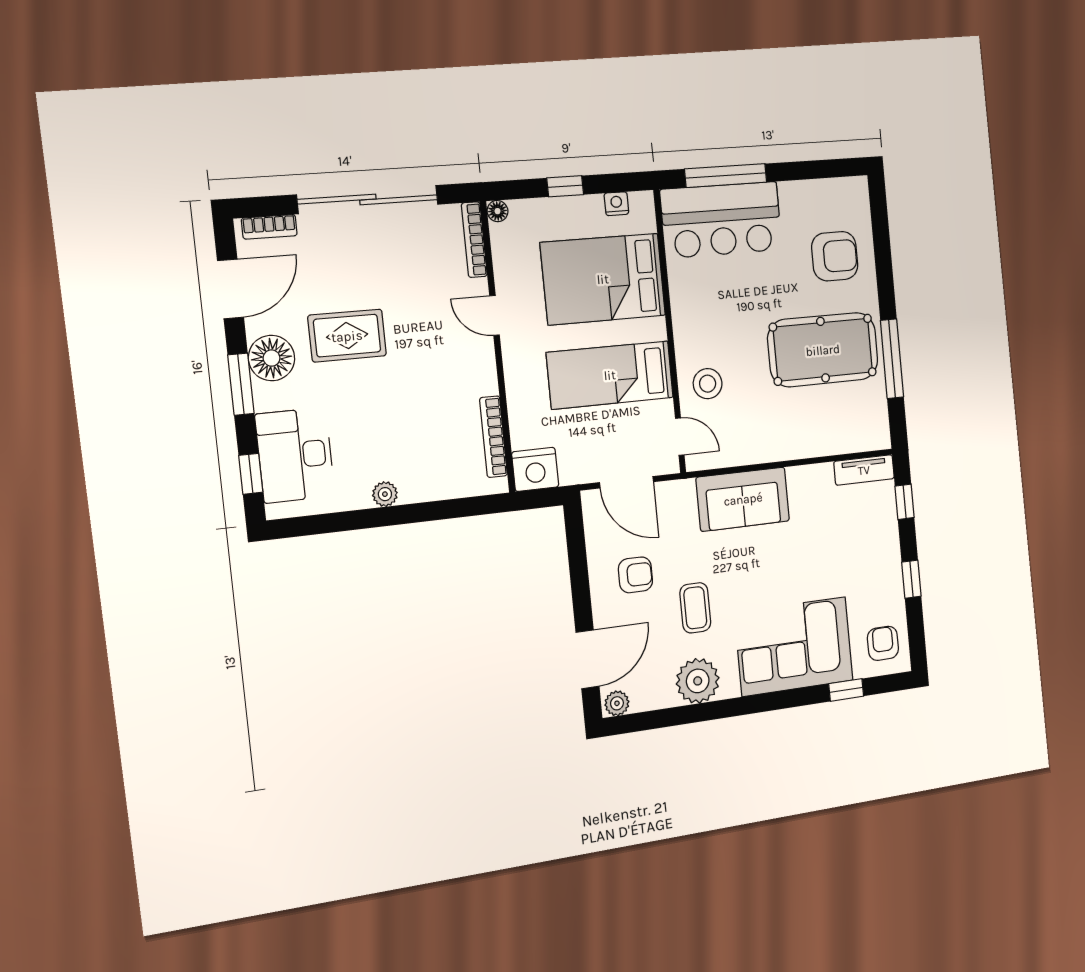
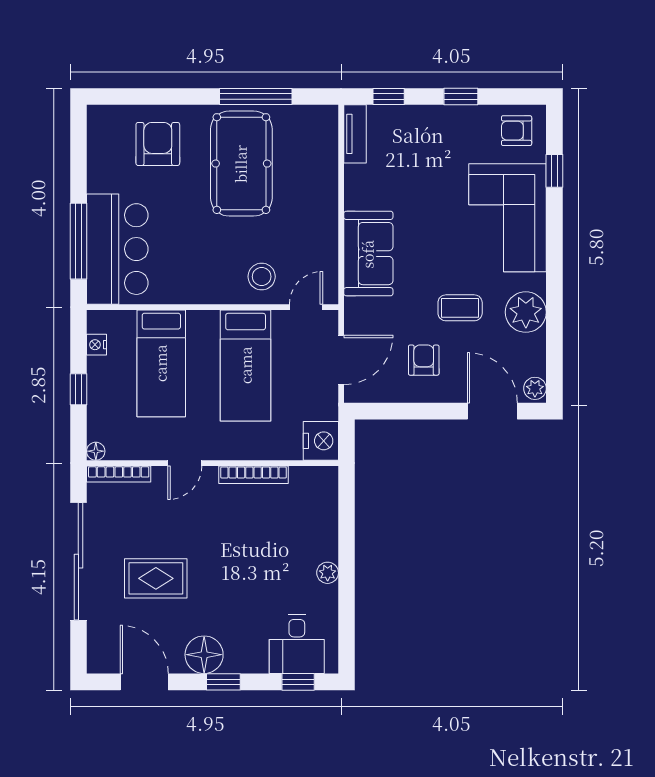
bookcase: (269, 227) -> (96, 645), removed
bed: (603, 279) -> (161, 363), width x0.67
rug: (347, 336) -> (156, 578), moved, turned 90
window: (241, 384) -> (223, 682), width x0.67
bookcase: (493, 437) -> (254, 475), moved
desk: (295, 455) -> (297, 644), width x0.73

